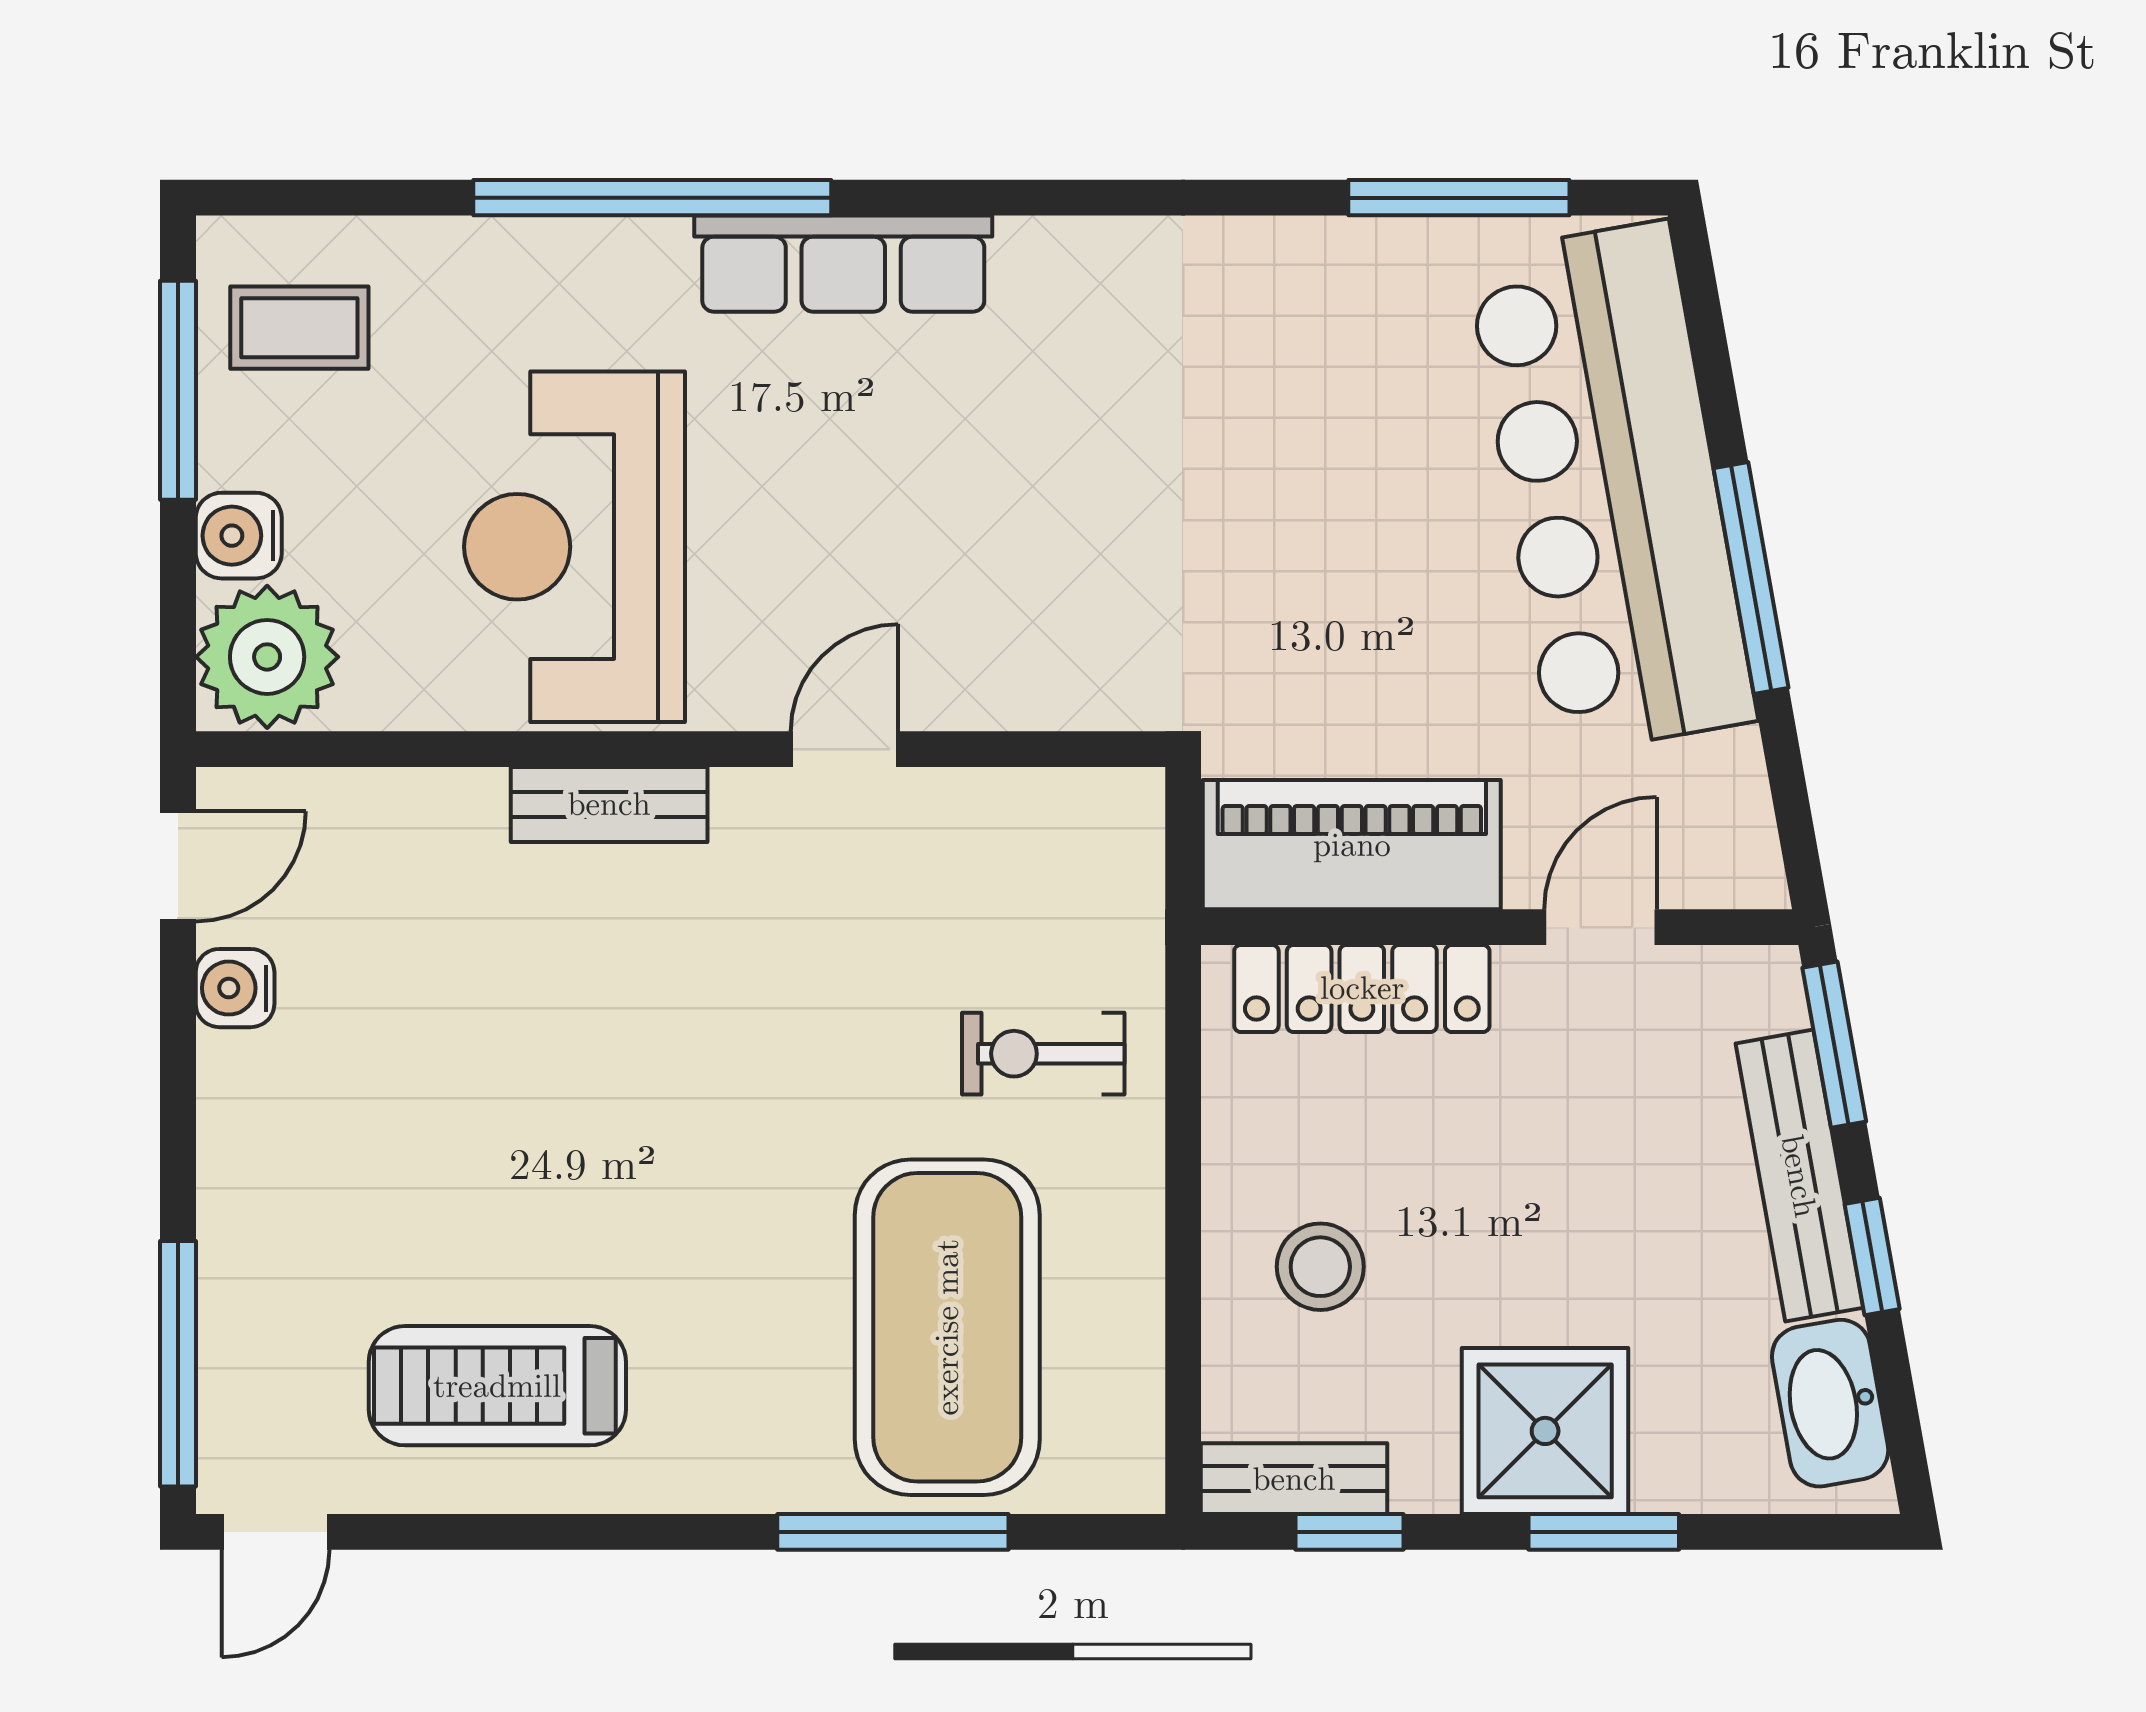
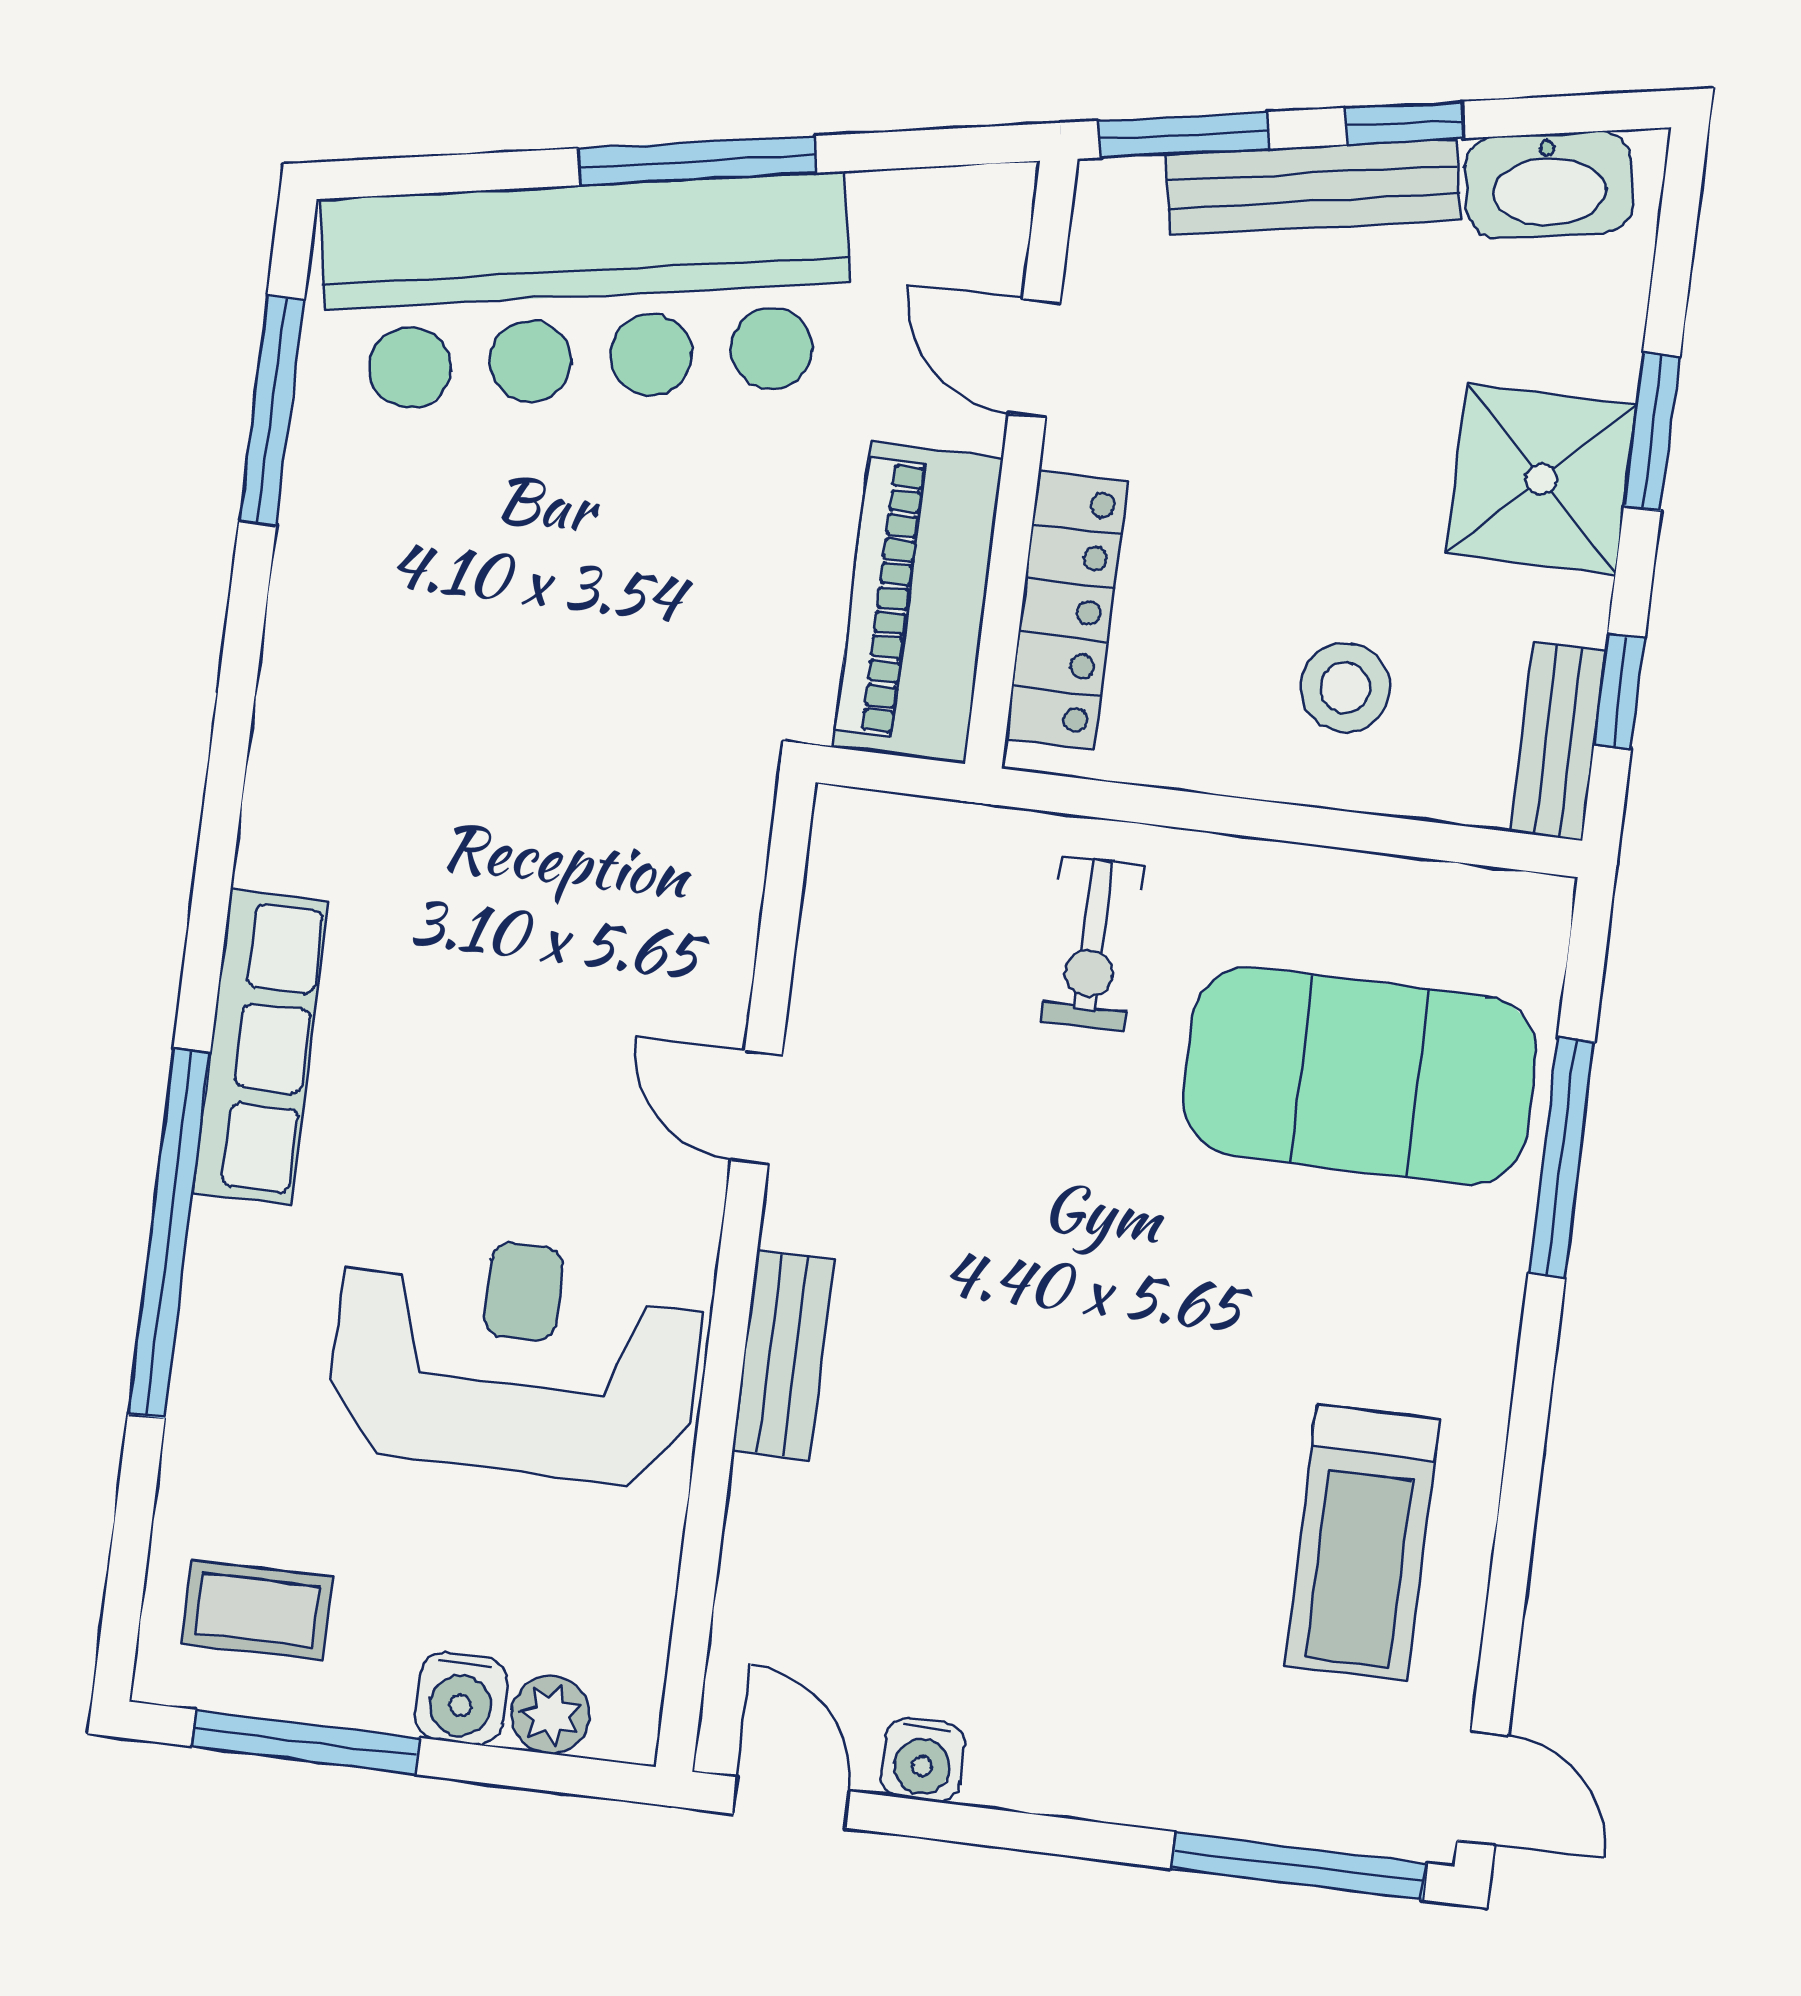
coffee table: (299, 328) -> (257, 1610), turned 90
reception desk: (575, 547) -> (515, 1357), turned 180
plant: (267, 657) -> (551, 1715), width x0.53, depth x0.53

